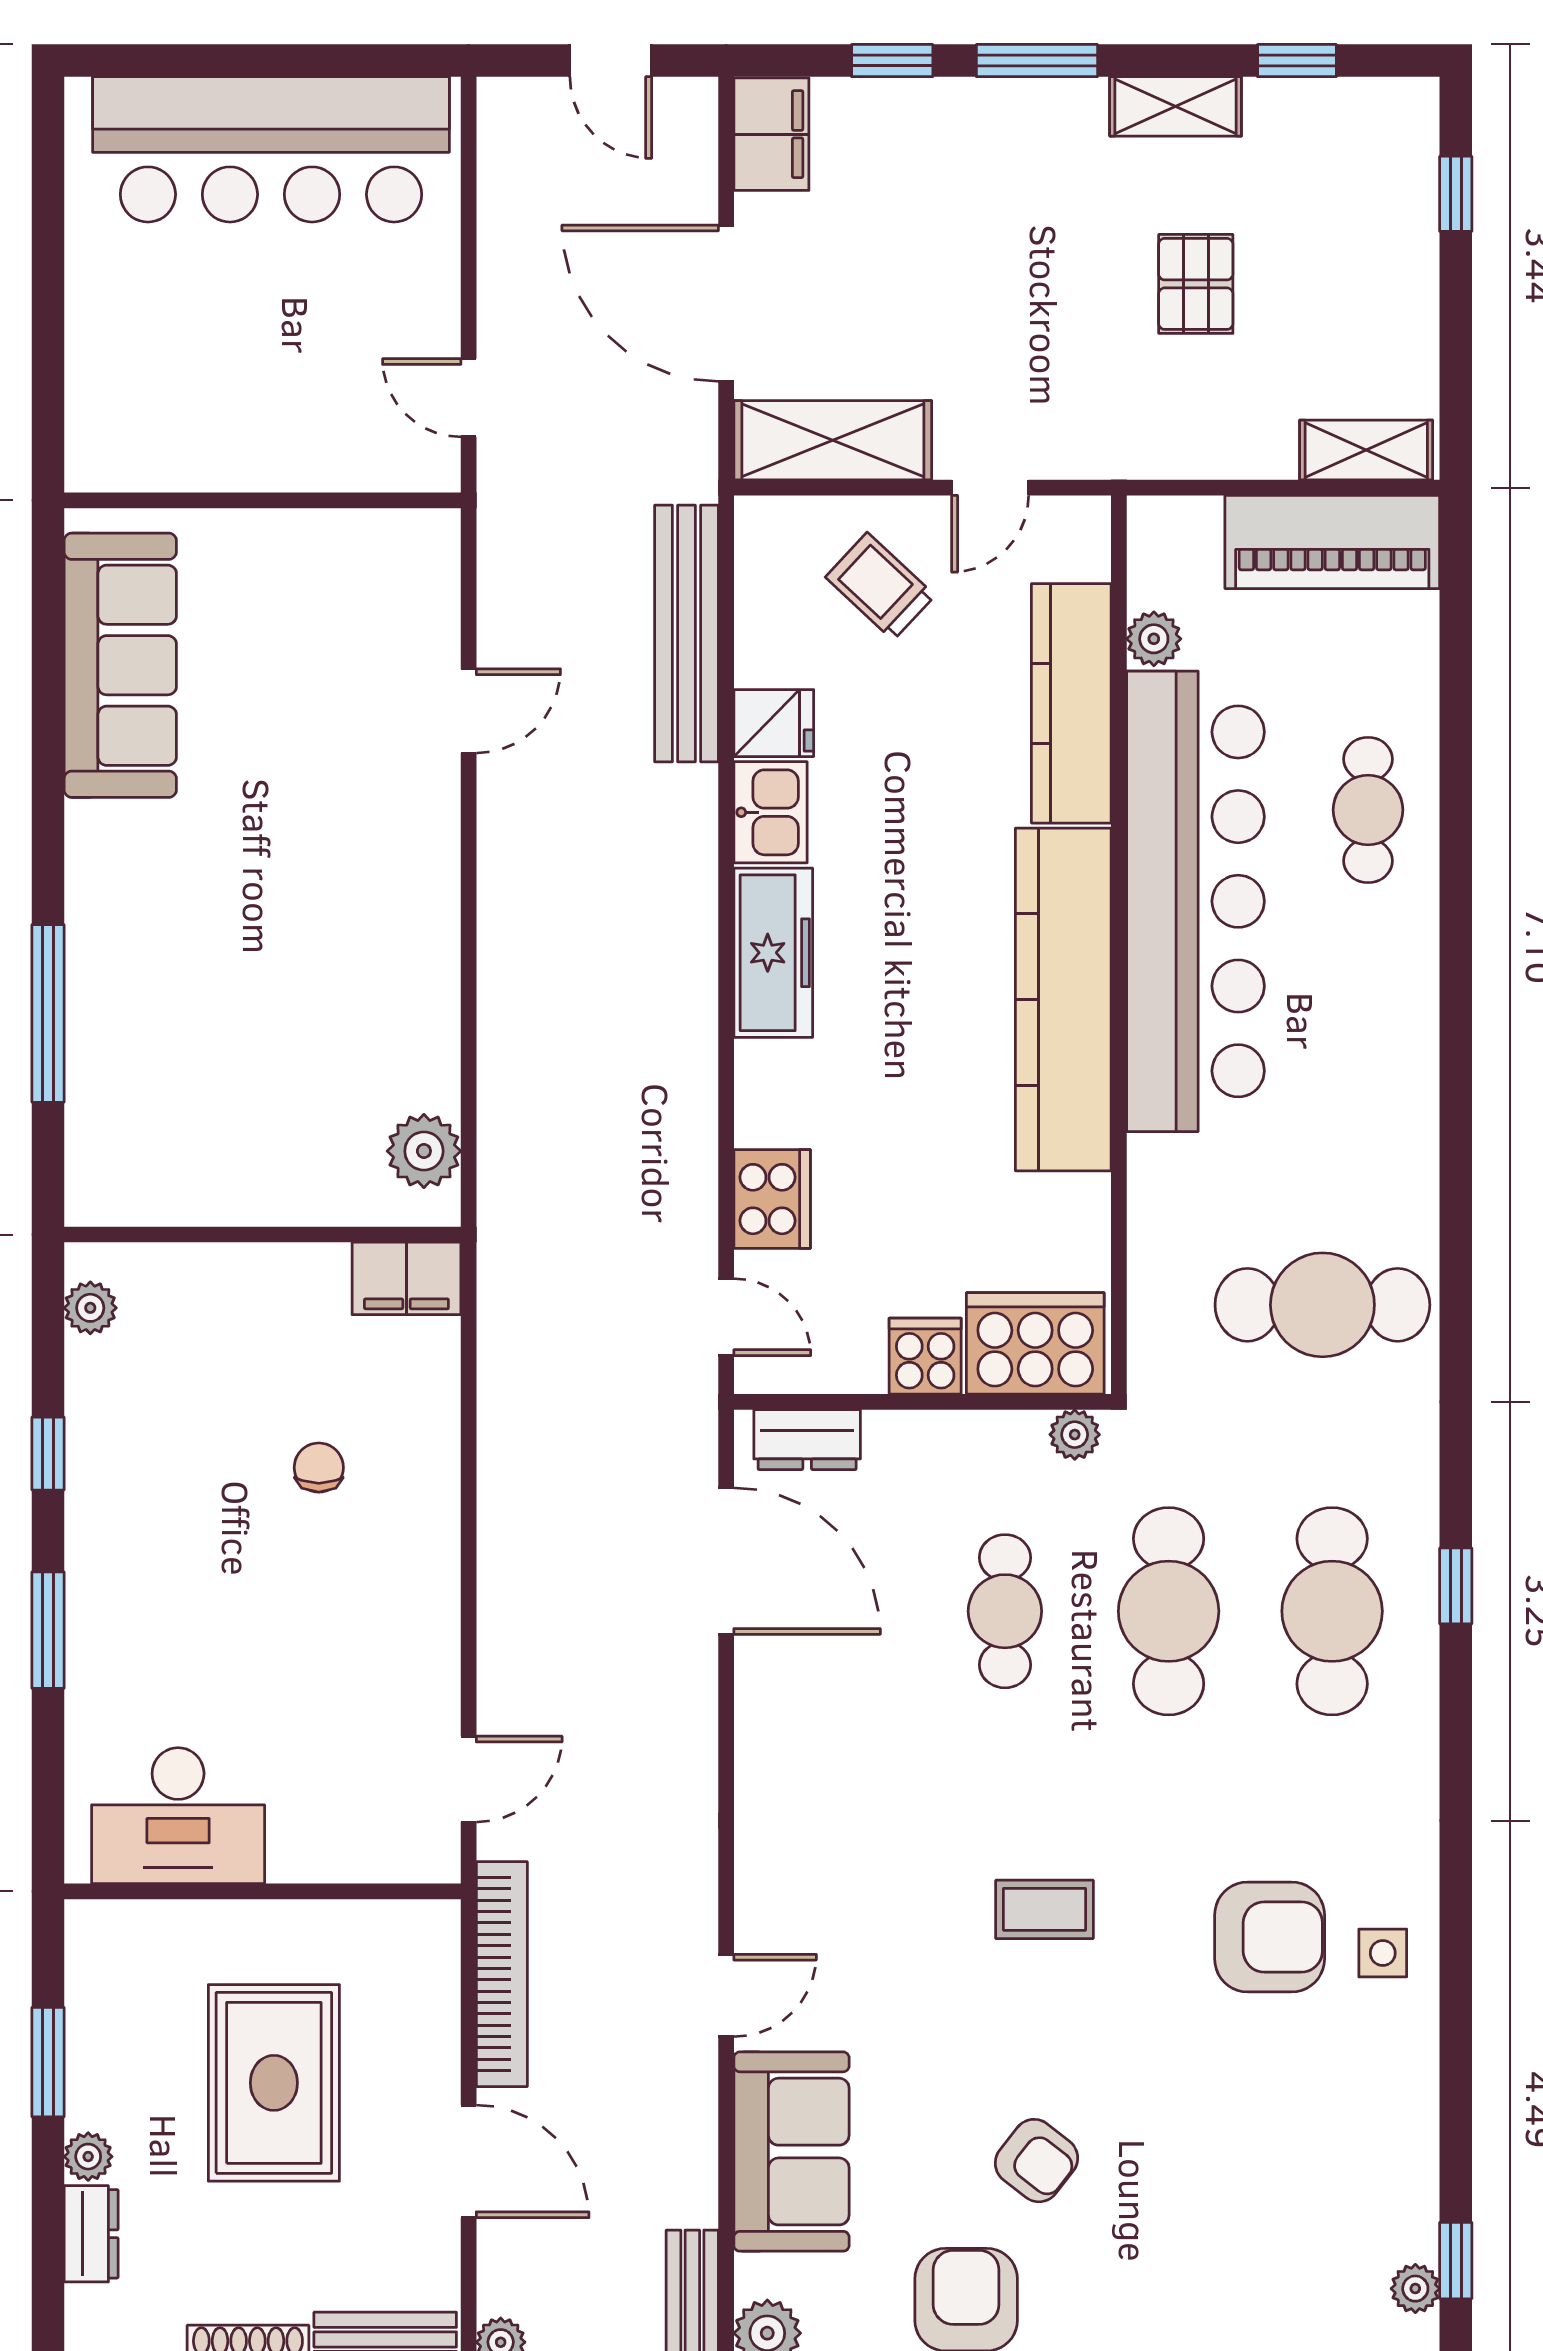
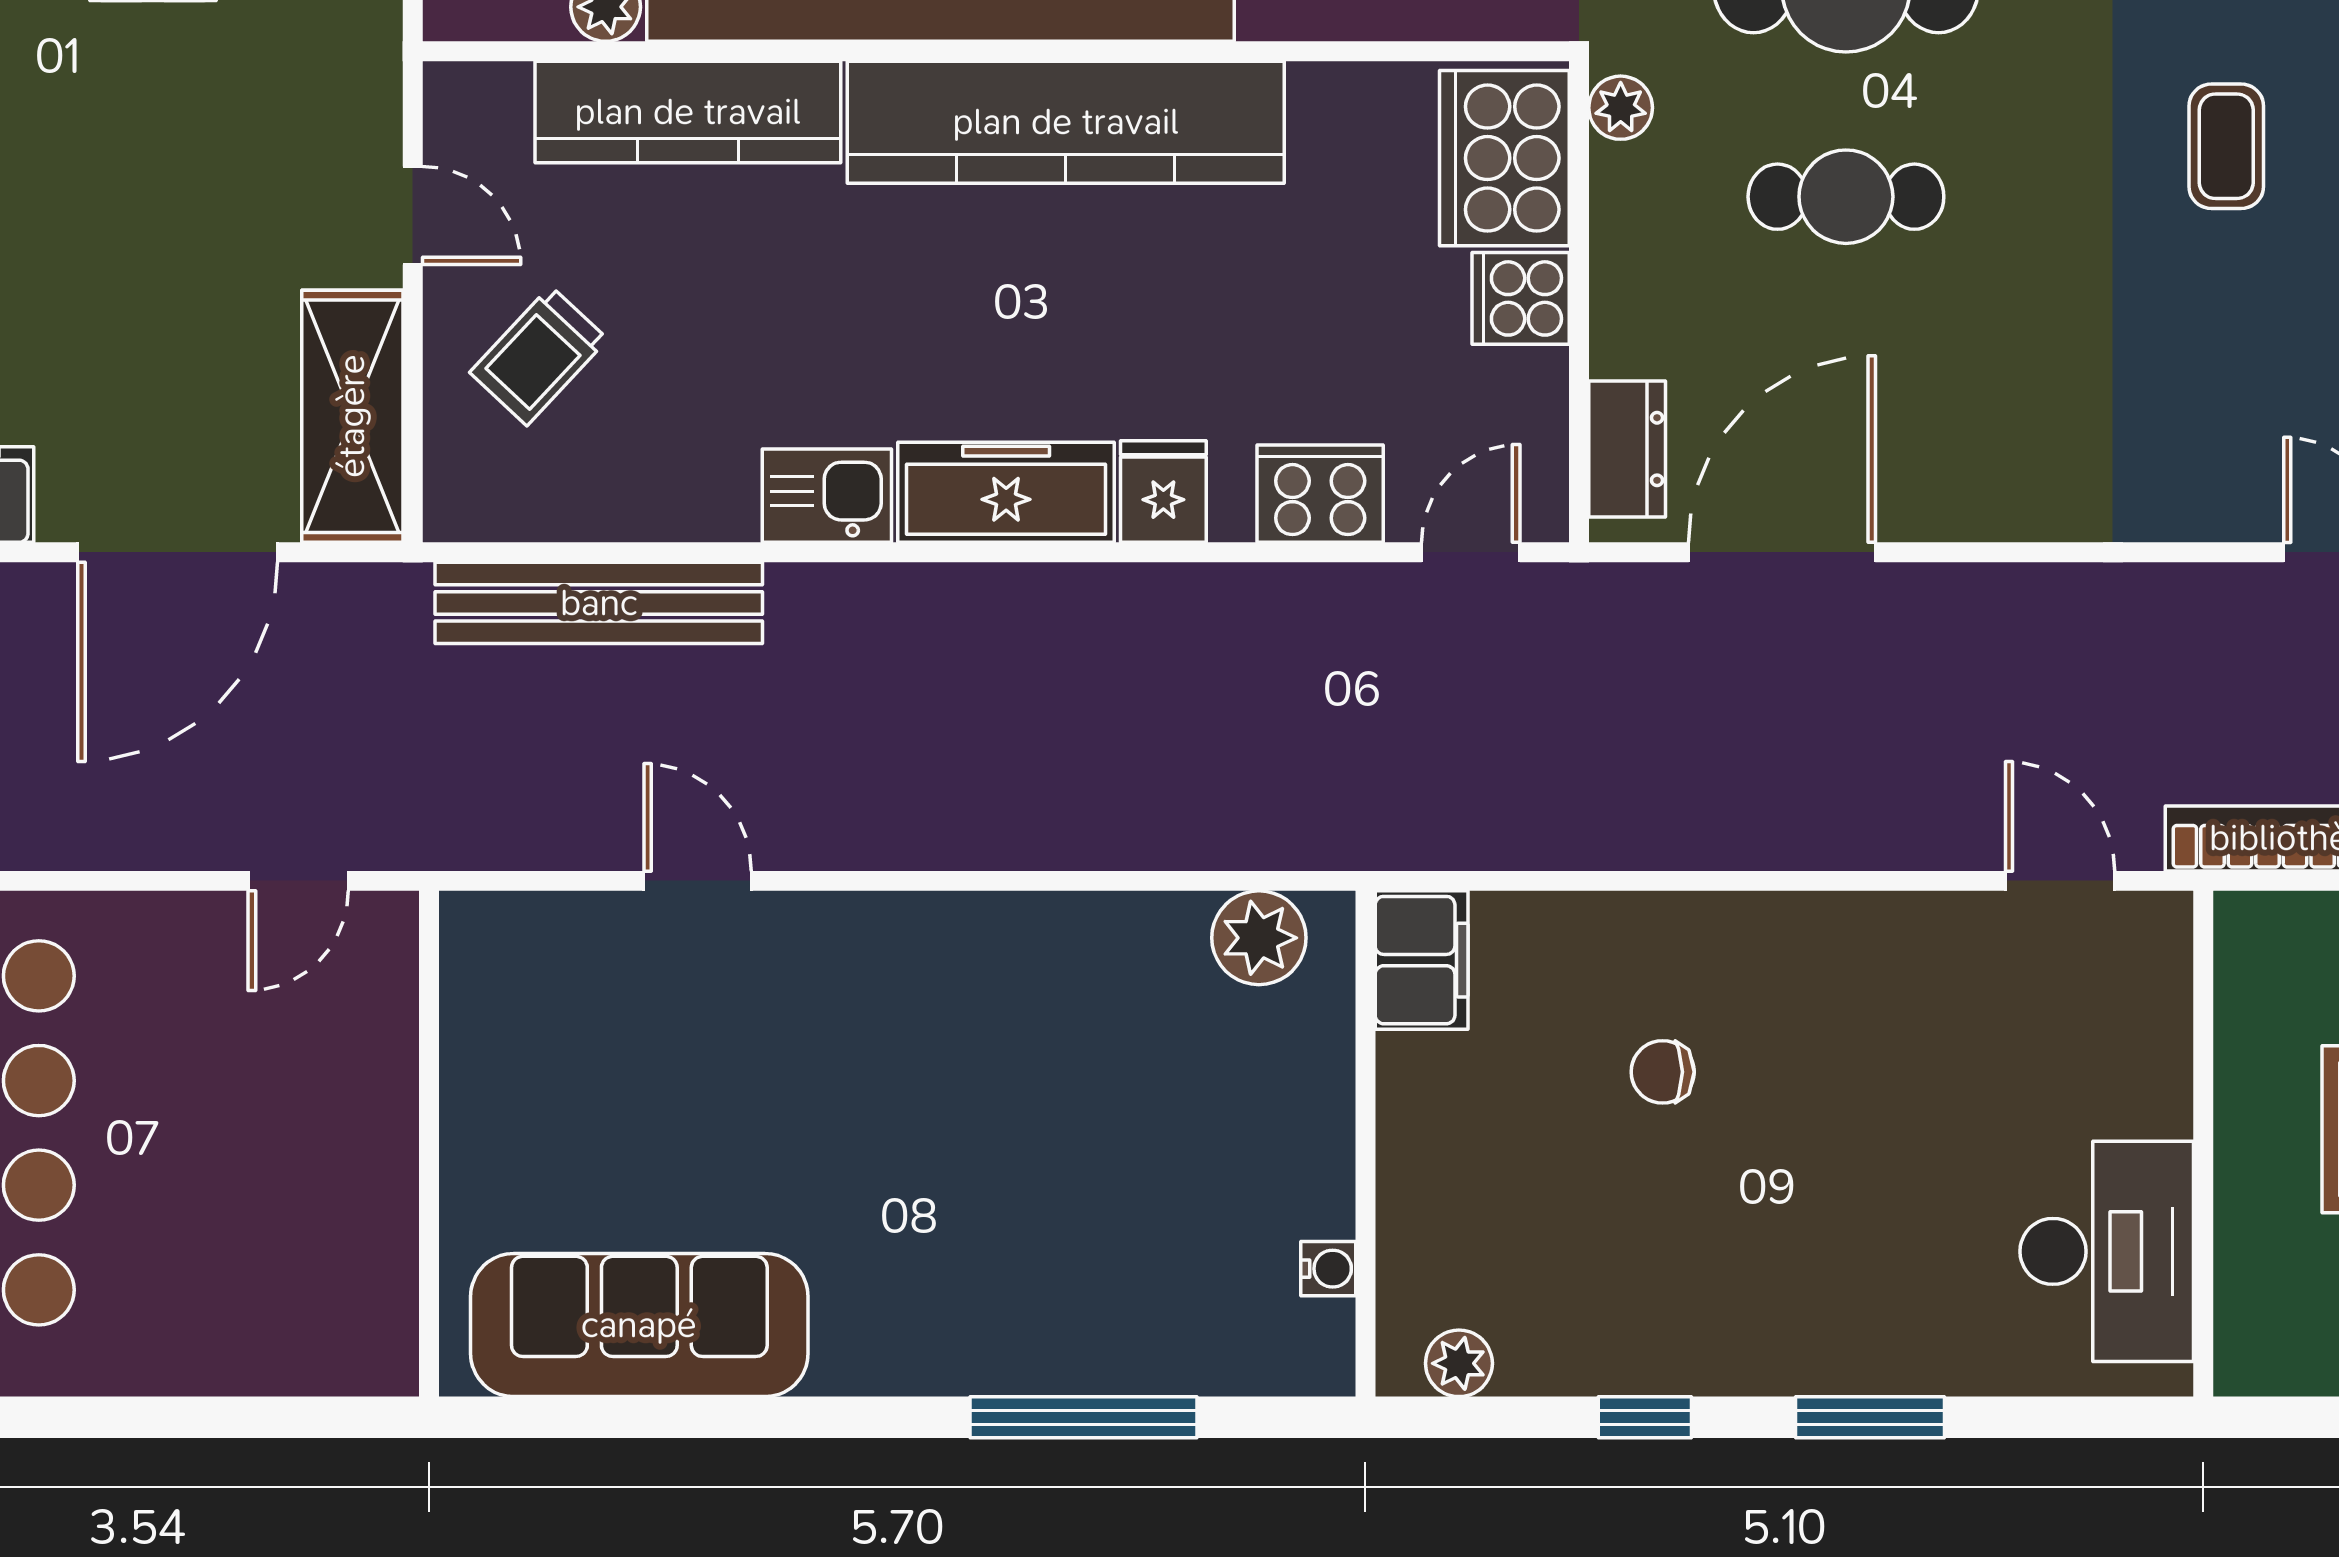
fridge: (774, 723) -> (1163, 492), moved
water cooler: (165, 1205) -> (1328, 1269), added

